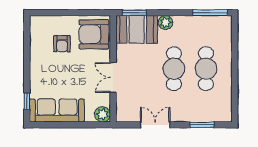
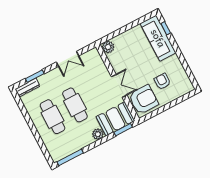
double door: (113, 77) -> (119, 86), moved
sofa: (57, 110) -> (158, 38), moved, turned 90
dresser: (217, 116) -> (27, 88), added

